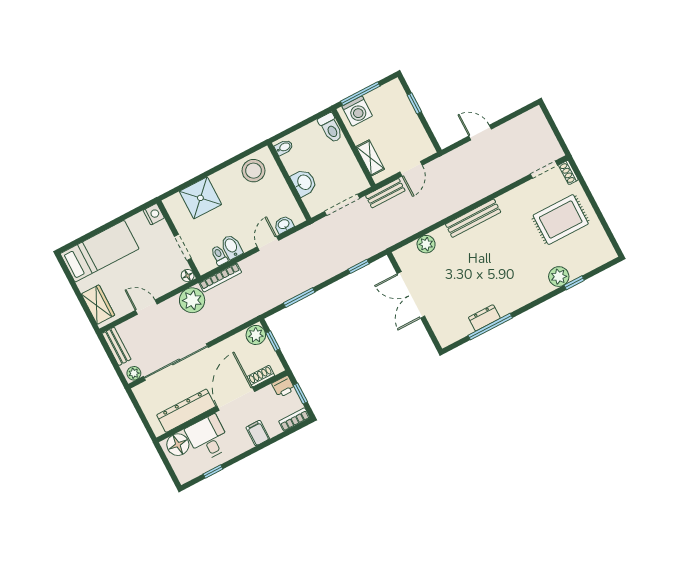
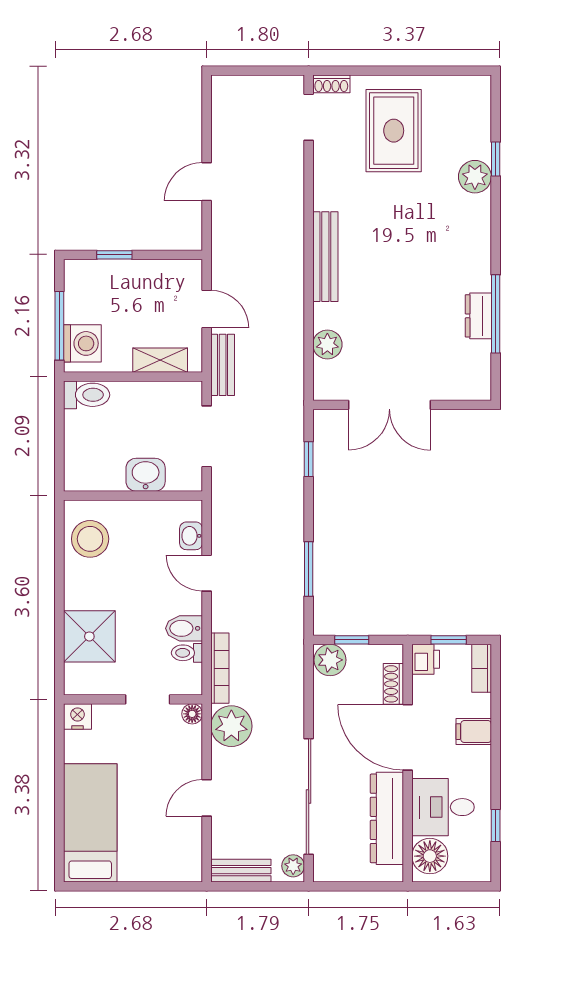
bidet: (284, 147) -> (79, 477), removed
wardrobe: (98, 305) -> (166, 866), removed

